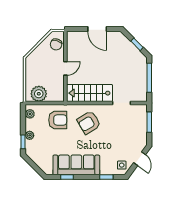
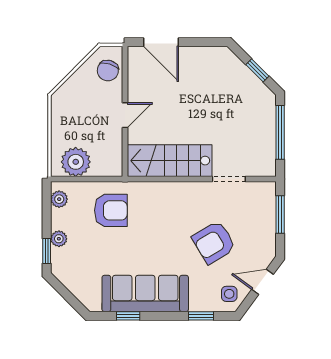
door: (97, 29) -> (161, 42), moved
armchair: (89, 122) -> (214, 242), moved
door: (140, 159) -> (262, 282), swing flipped

